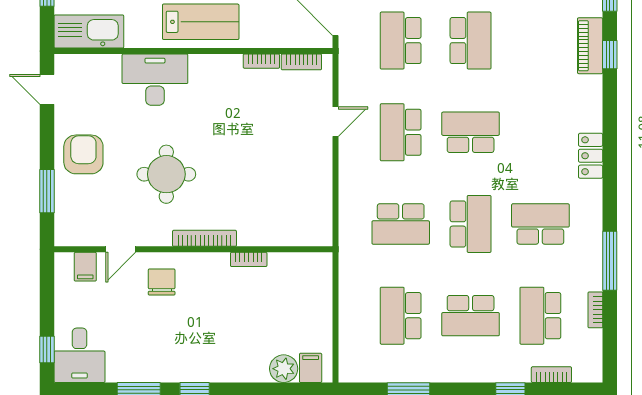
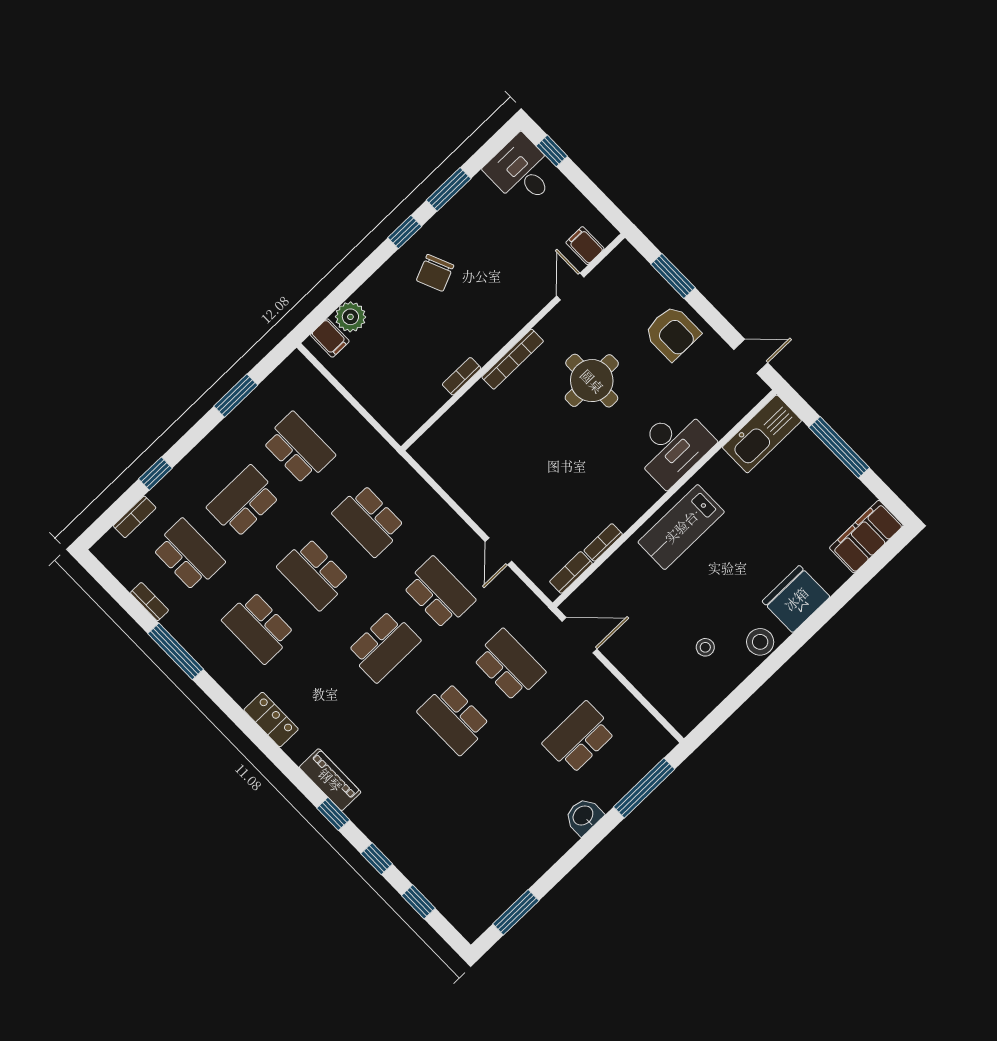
piano: (590, 46) -> (330, 780), moved
school desk: (401, 224) -> (369, 520), turned -90
school desk: (540, 224) -> (259, 627), turned 90
chair: (162, 282) -> (435, 273), moved, turned 67

